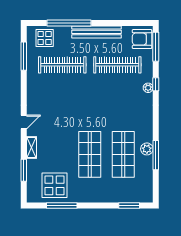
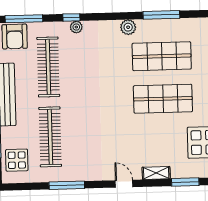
window: (24, 56) -> (67, 185), moved
plant: (147, 149) -> (128, 27), moved

